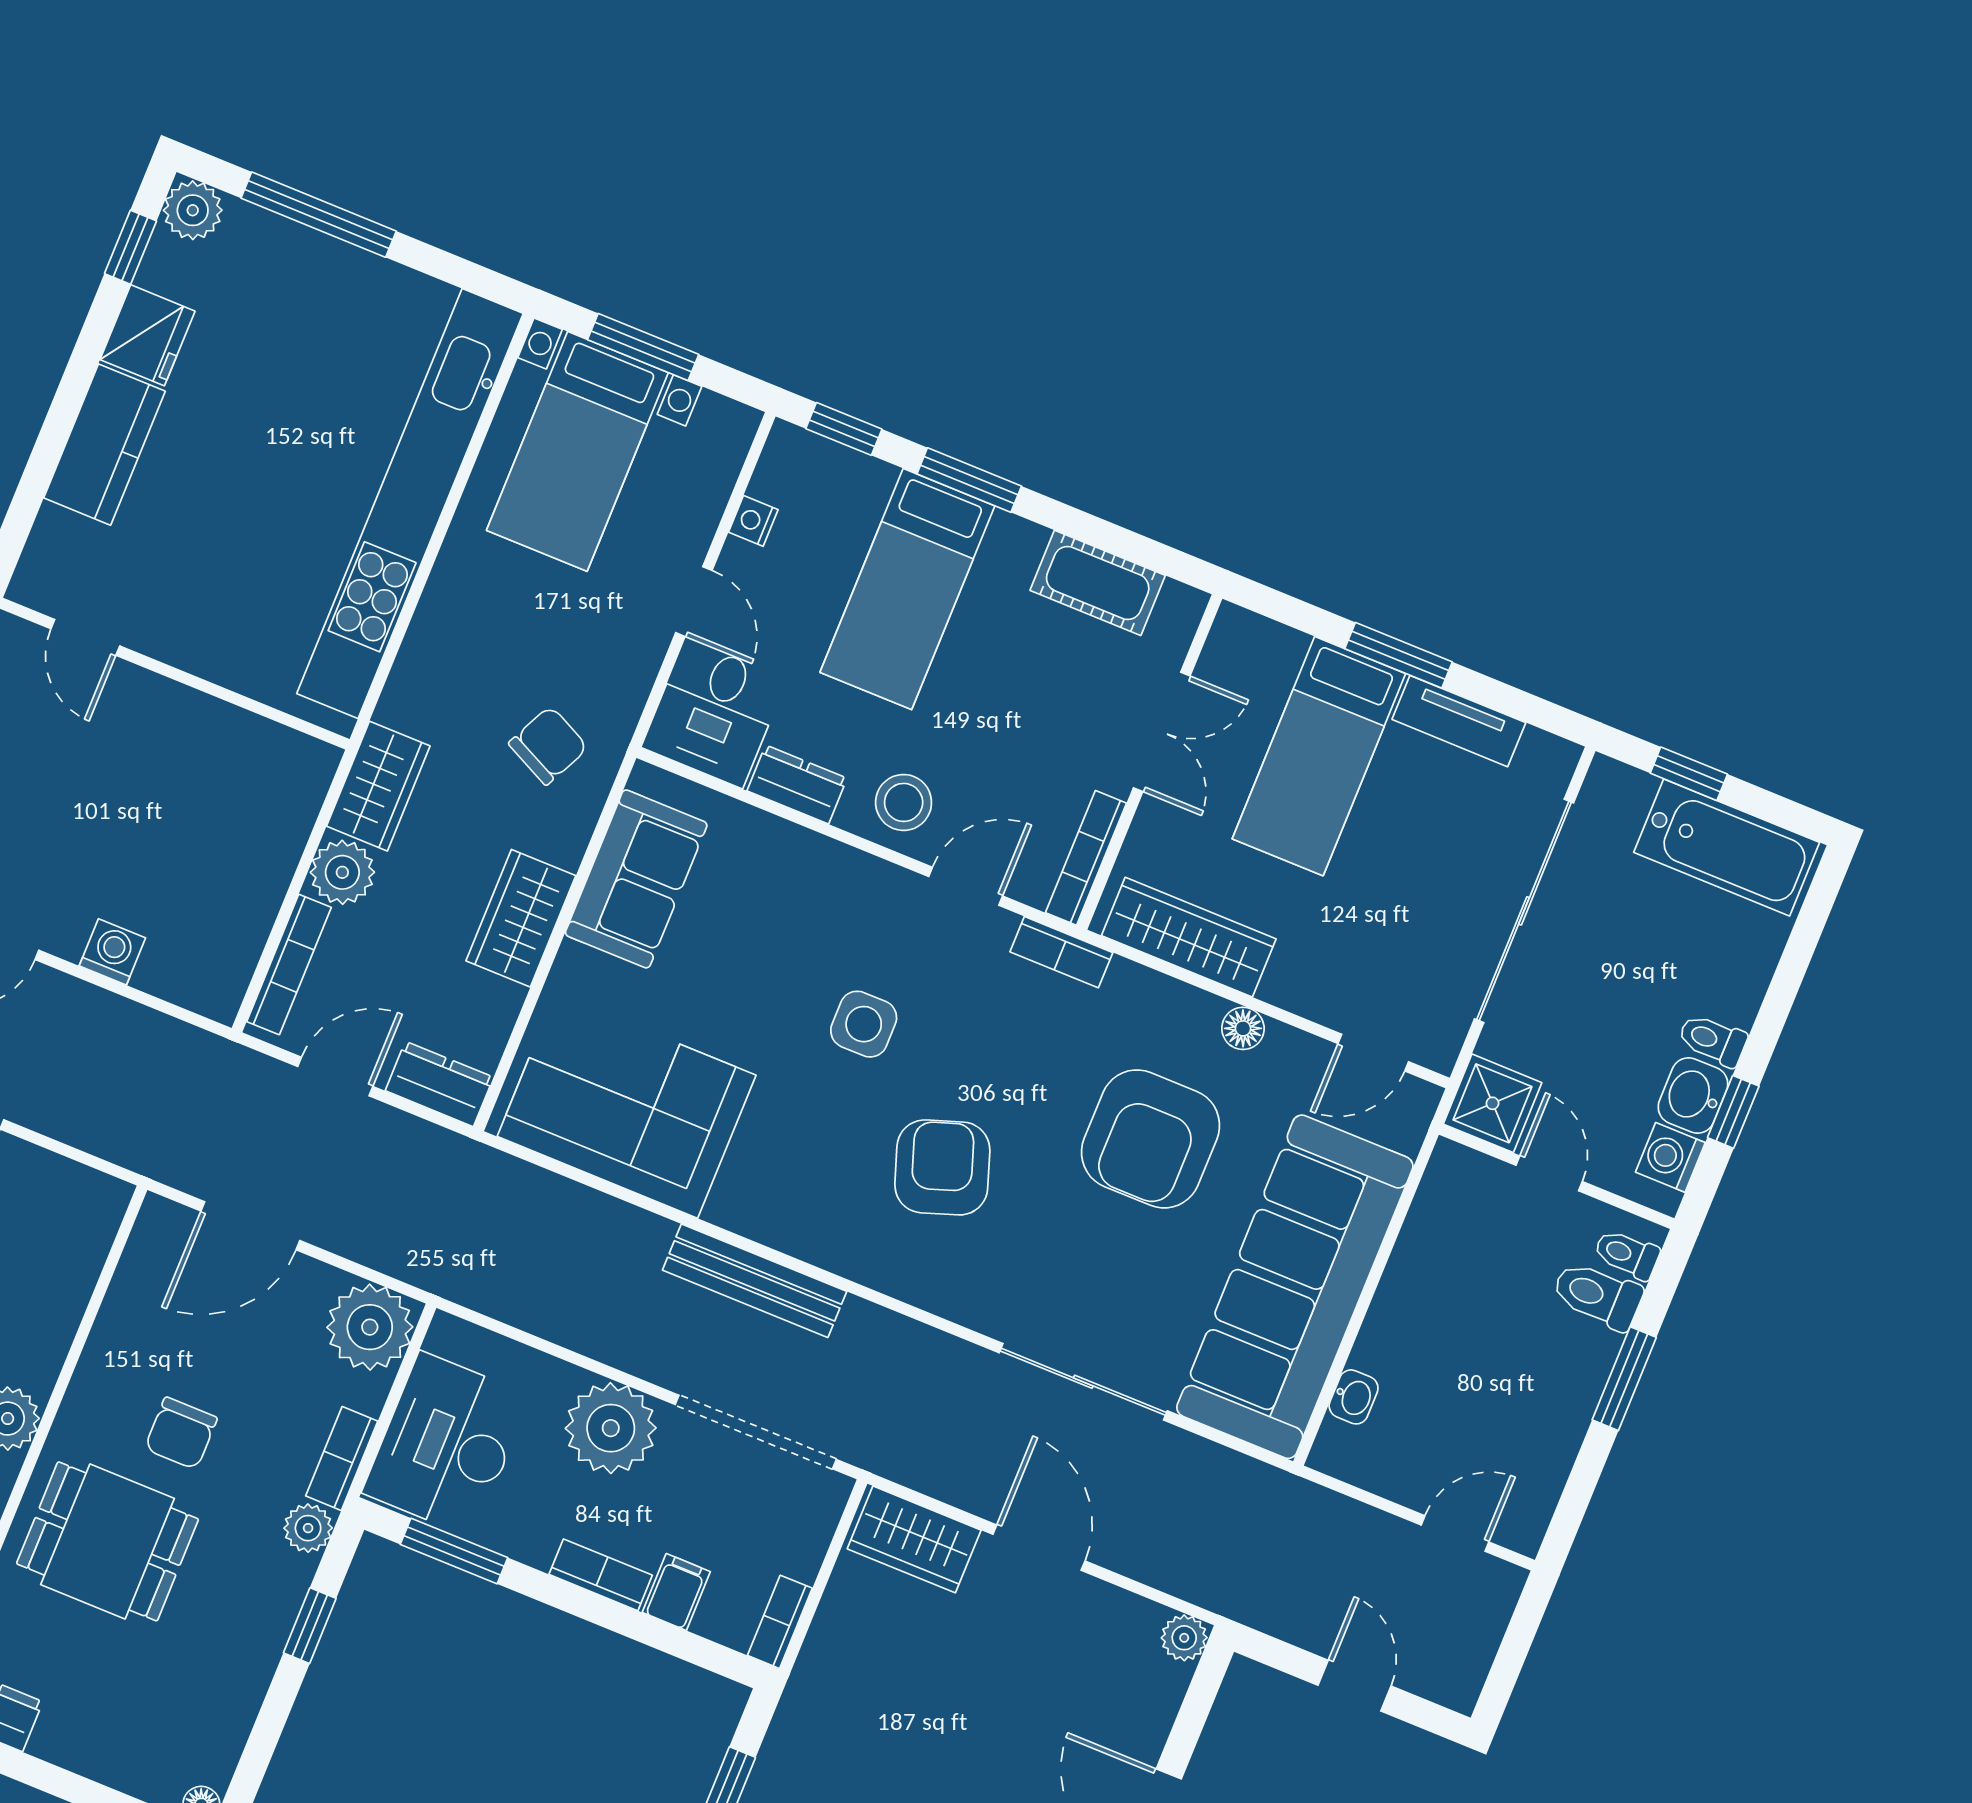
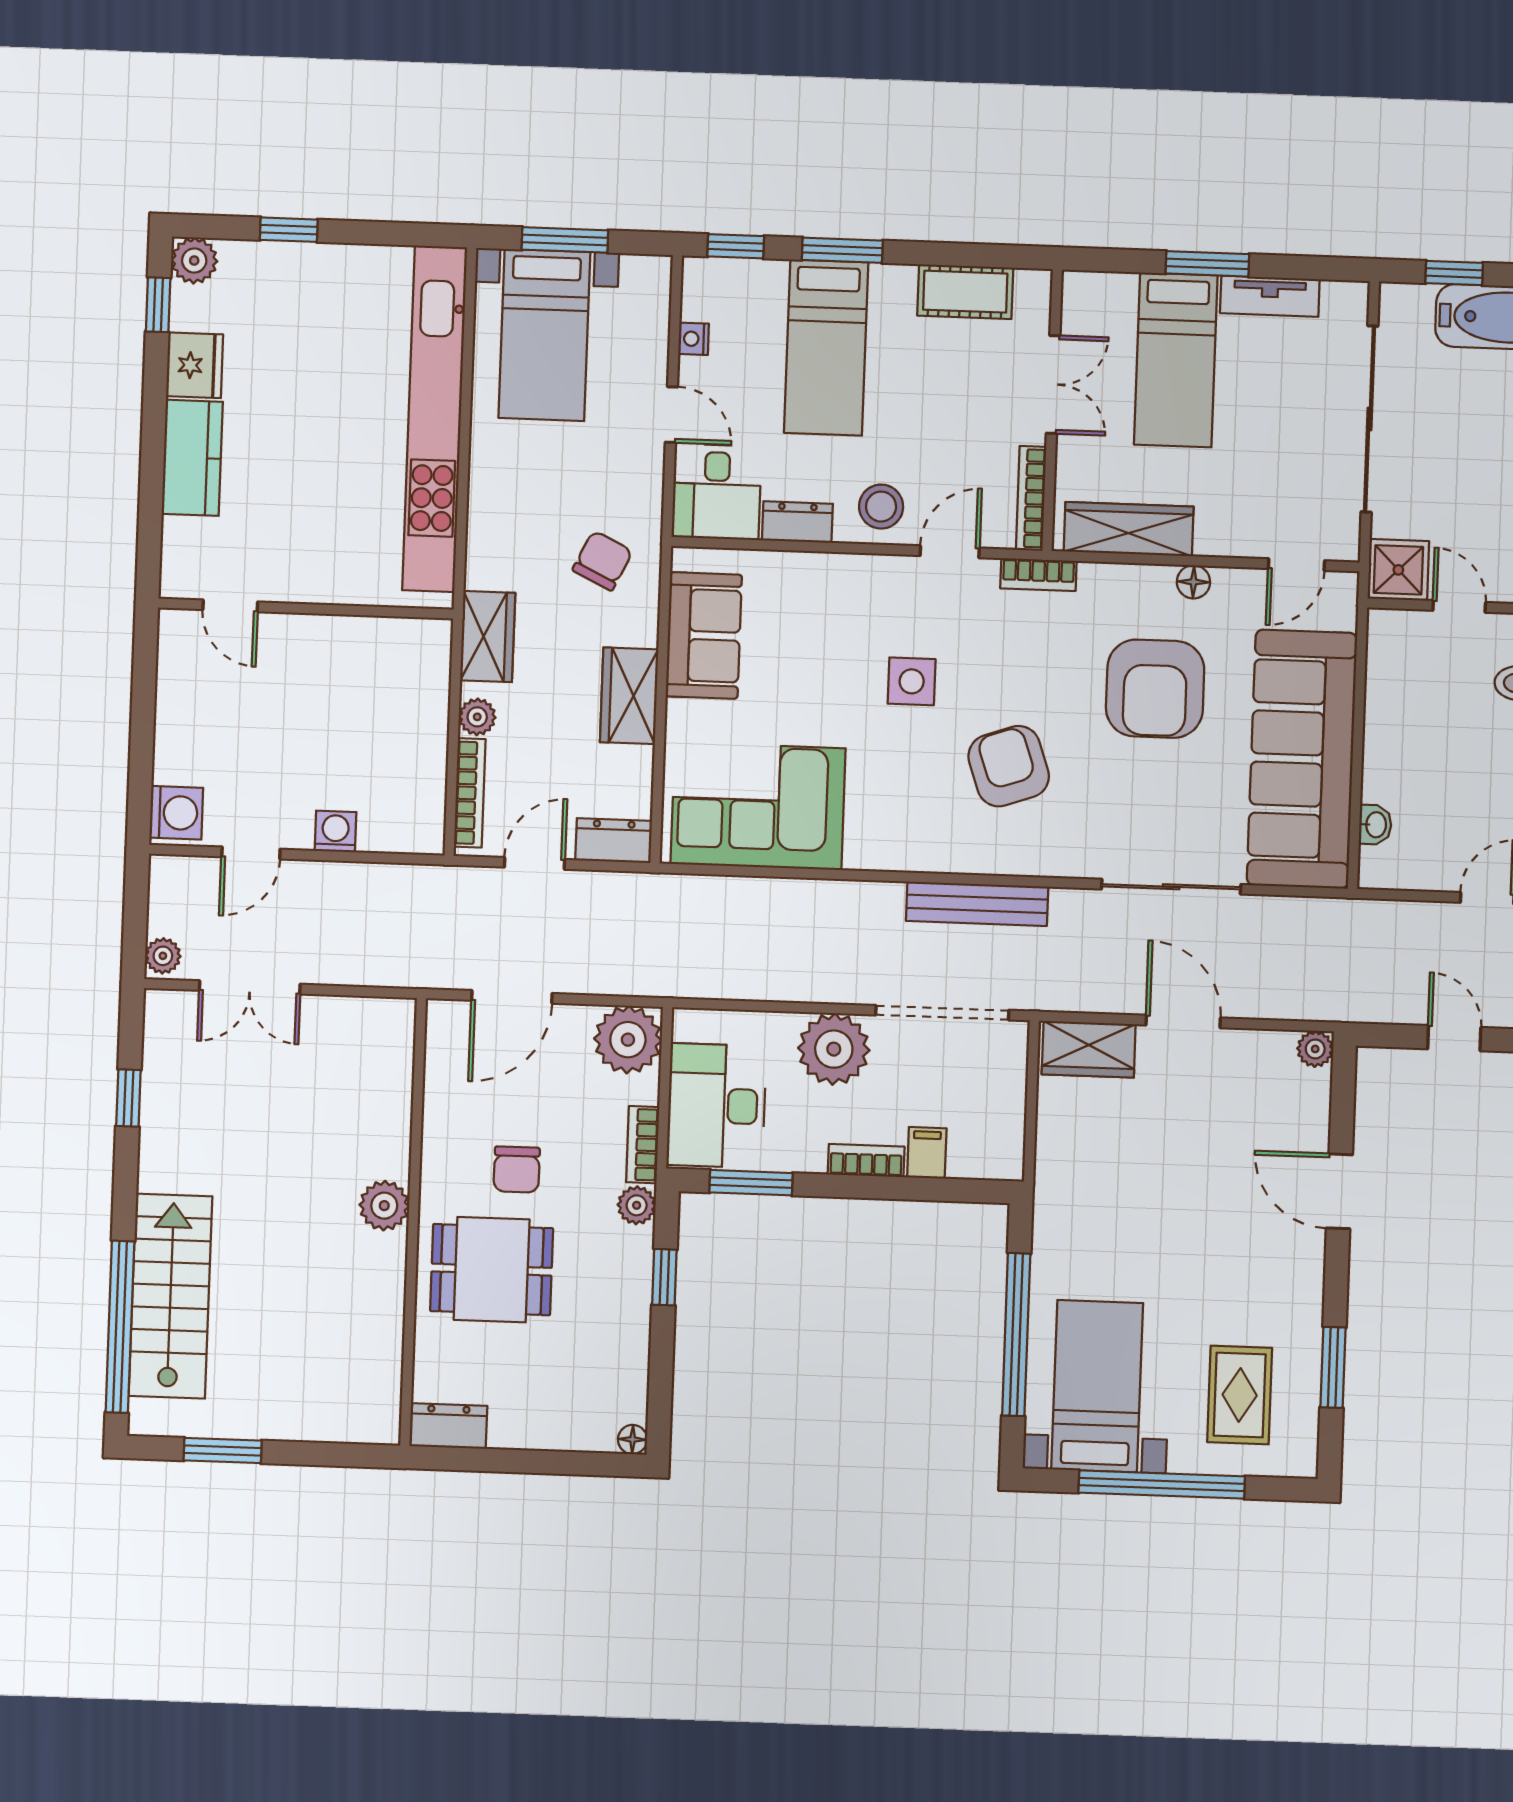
window: (319, 215) -> (289, 230), width x0.46
plant: (342, 872) -> (477, 717), width x0.73, depth x0.73
bench: (755, 1281) -> (977, 904), moved
bookcase: (780, 1622) -> (1012, 1147), removed

